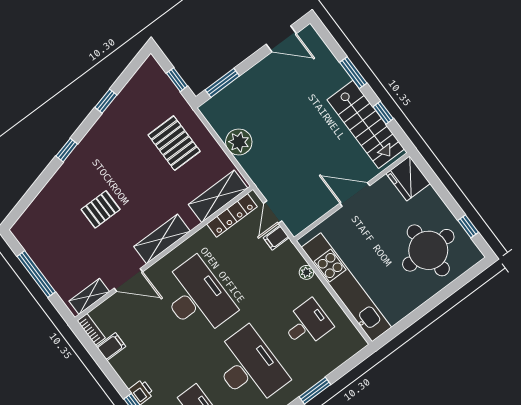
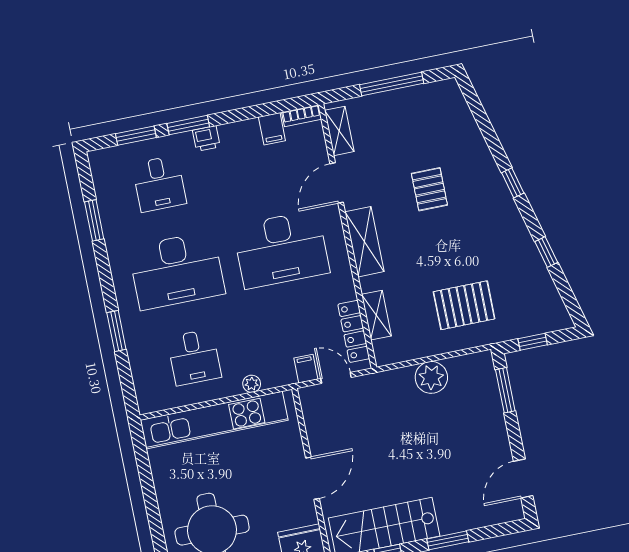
shelving: (218, 196) -> (376, 315), width x0.67, depth x0.75

